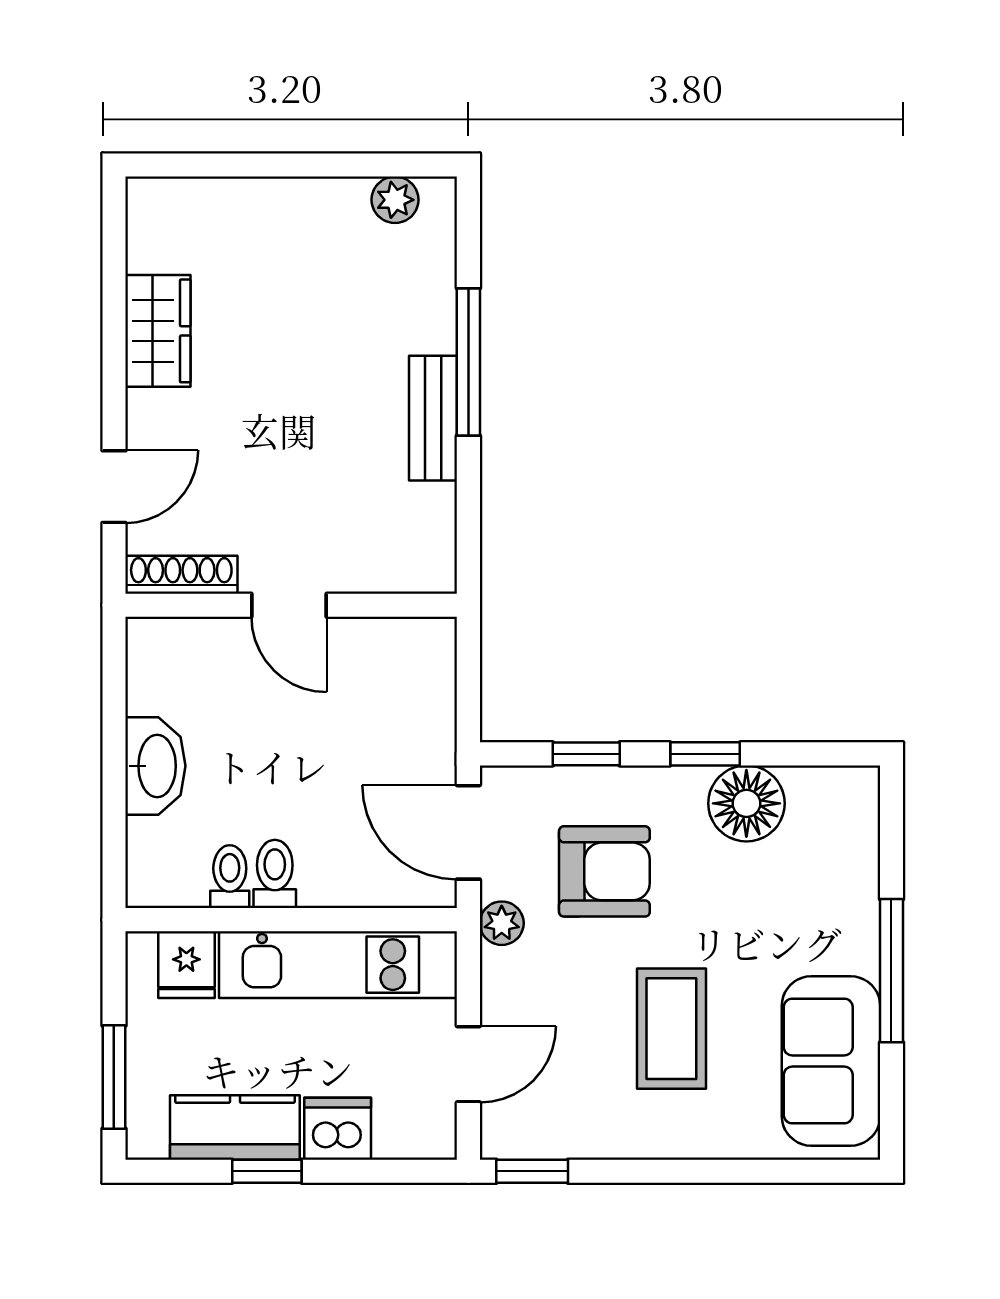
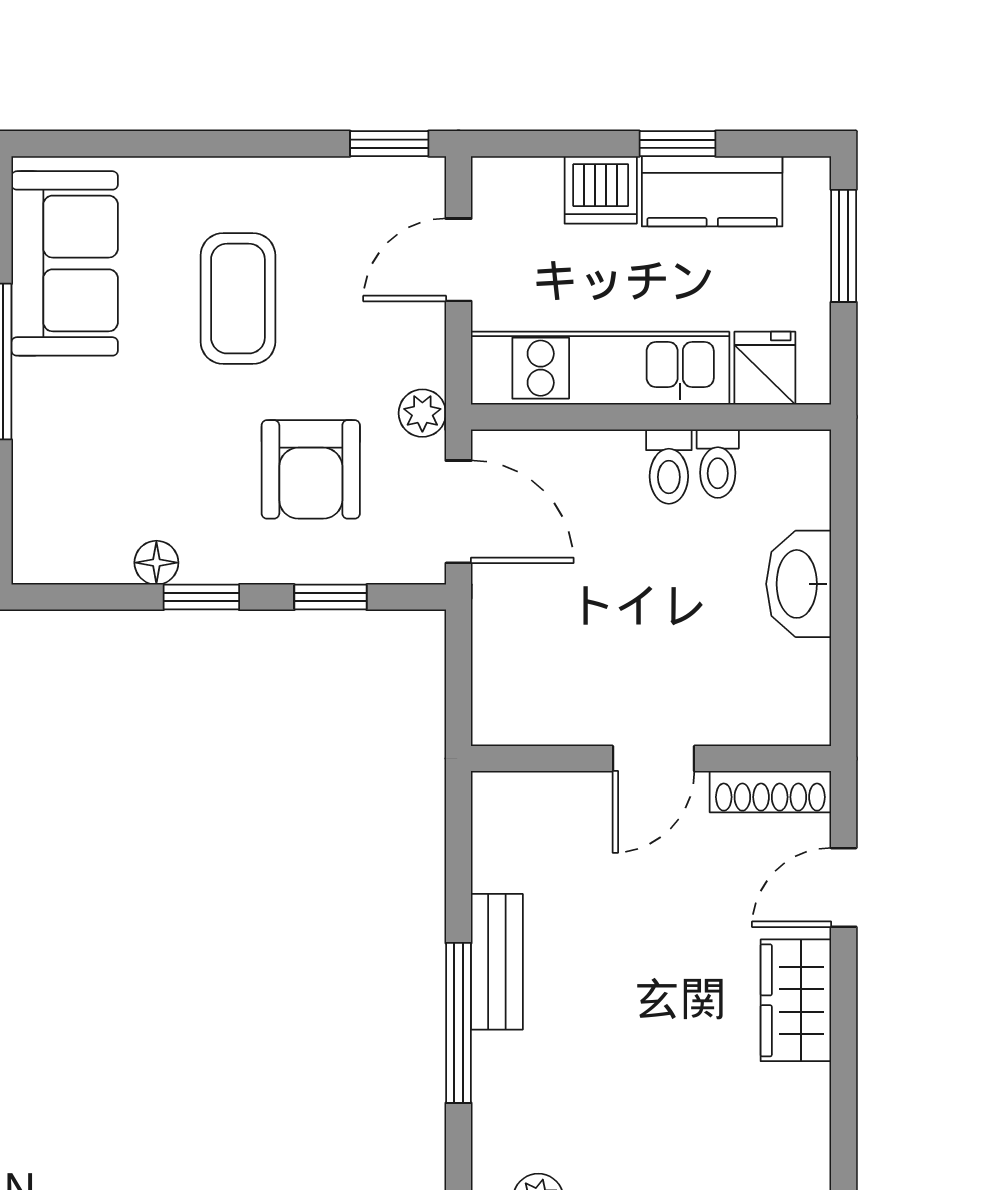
wardrobe: (158, 331) -> (796, 1000), moved
door: (289, 605) -> (653, 759), swing flipped
floor lamp: (746, 803) -> (156, 563), width x0.53, depth x0.53
armchair: (604, 871) -> (311, 469), turned -90

